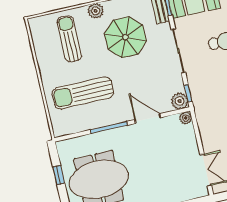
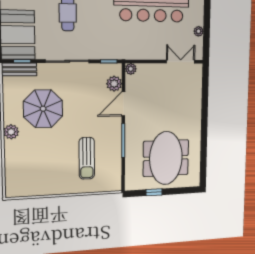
sun lounger: (69, 39) -> (33, 162), removed
sun lounger: (83, 93) -> (87, 158), width x0.73, depth x0.75
plant: (180, 101) -> (114, 84), moved

